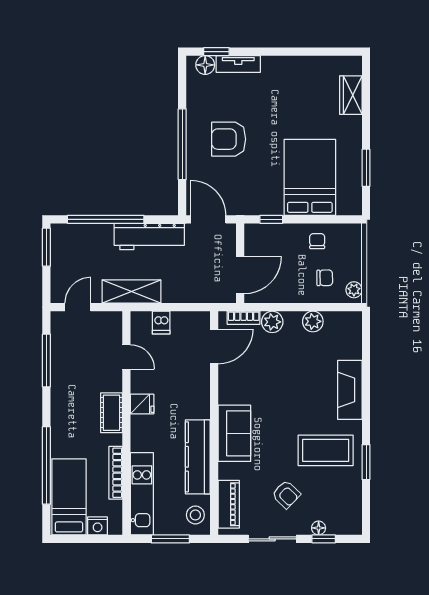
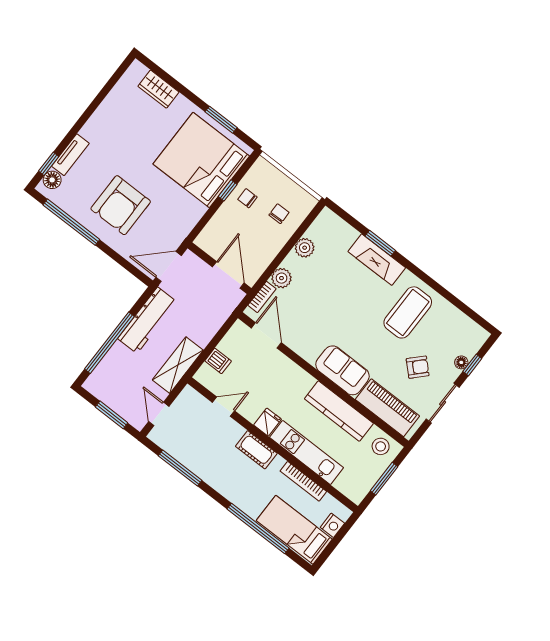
armchair: (229, 139) -> (121, 205), width x1.36, depth x1.36
window: (182, 144) -> (71, 222), moved
bed: (310, 177) -> (201, 160), width x1.36
window: (271, 219) -> (228, 190), moved
window: (46, 247) -> (112, 415), moved
plant: (354, 290) -> (305, 199), removed
window: (366, 462) -> (380, 243), moved
kitchen unit: (142, 494) -> (306, 452), moved
piano: (229, 504) -> (387, 408), width x1.37, depth x1.33

